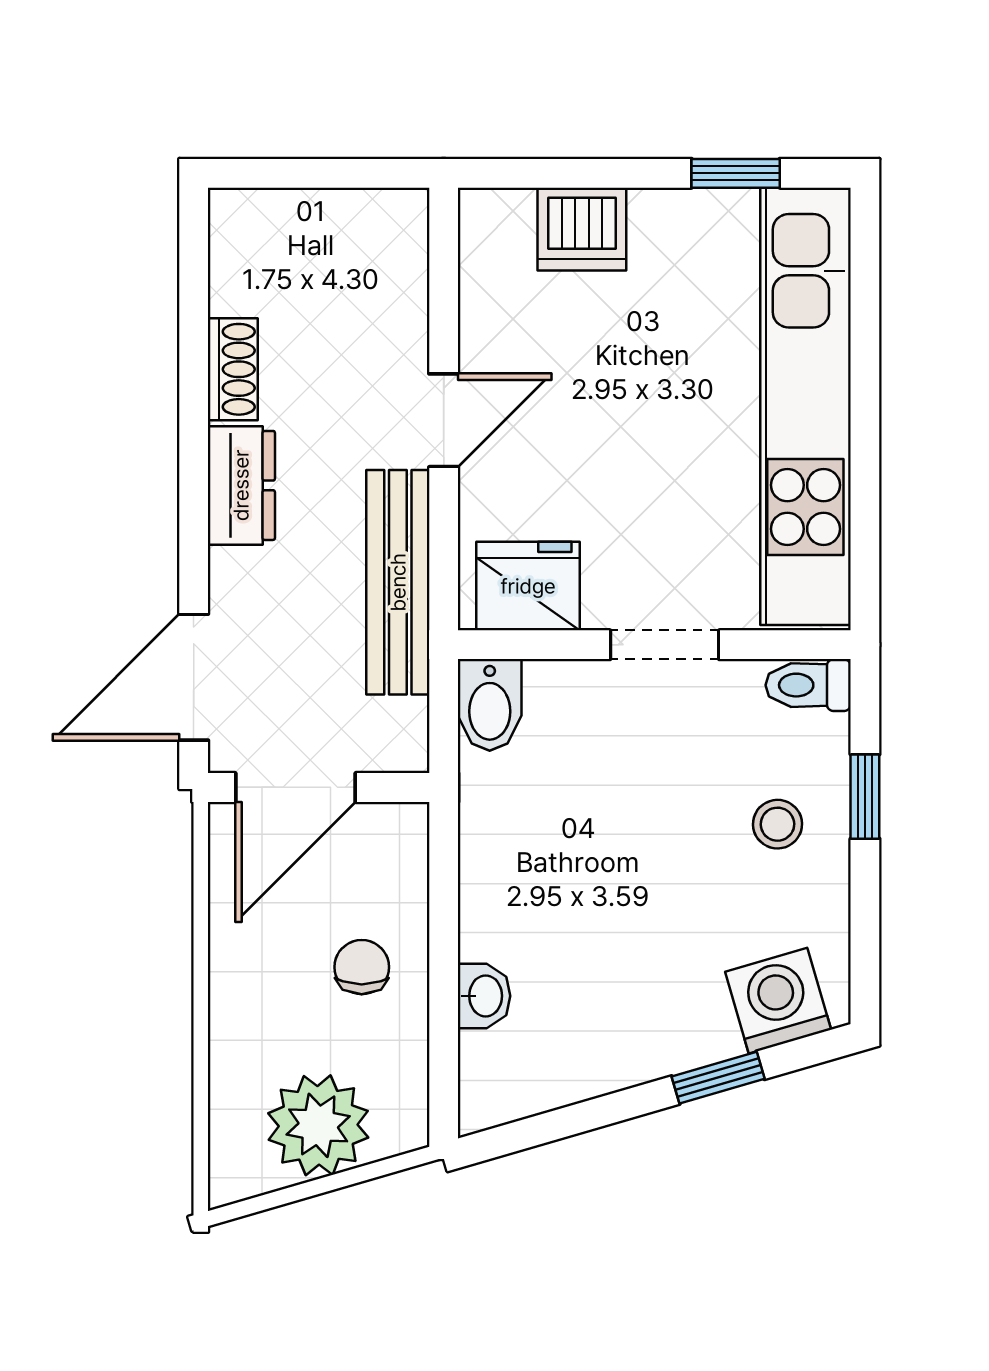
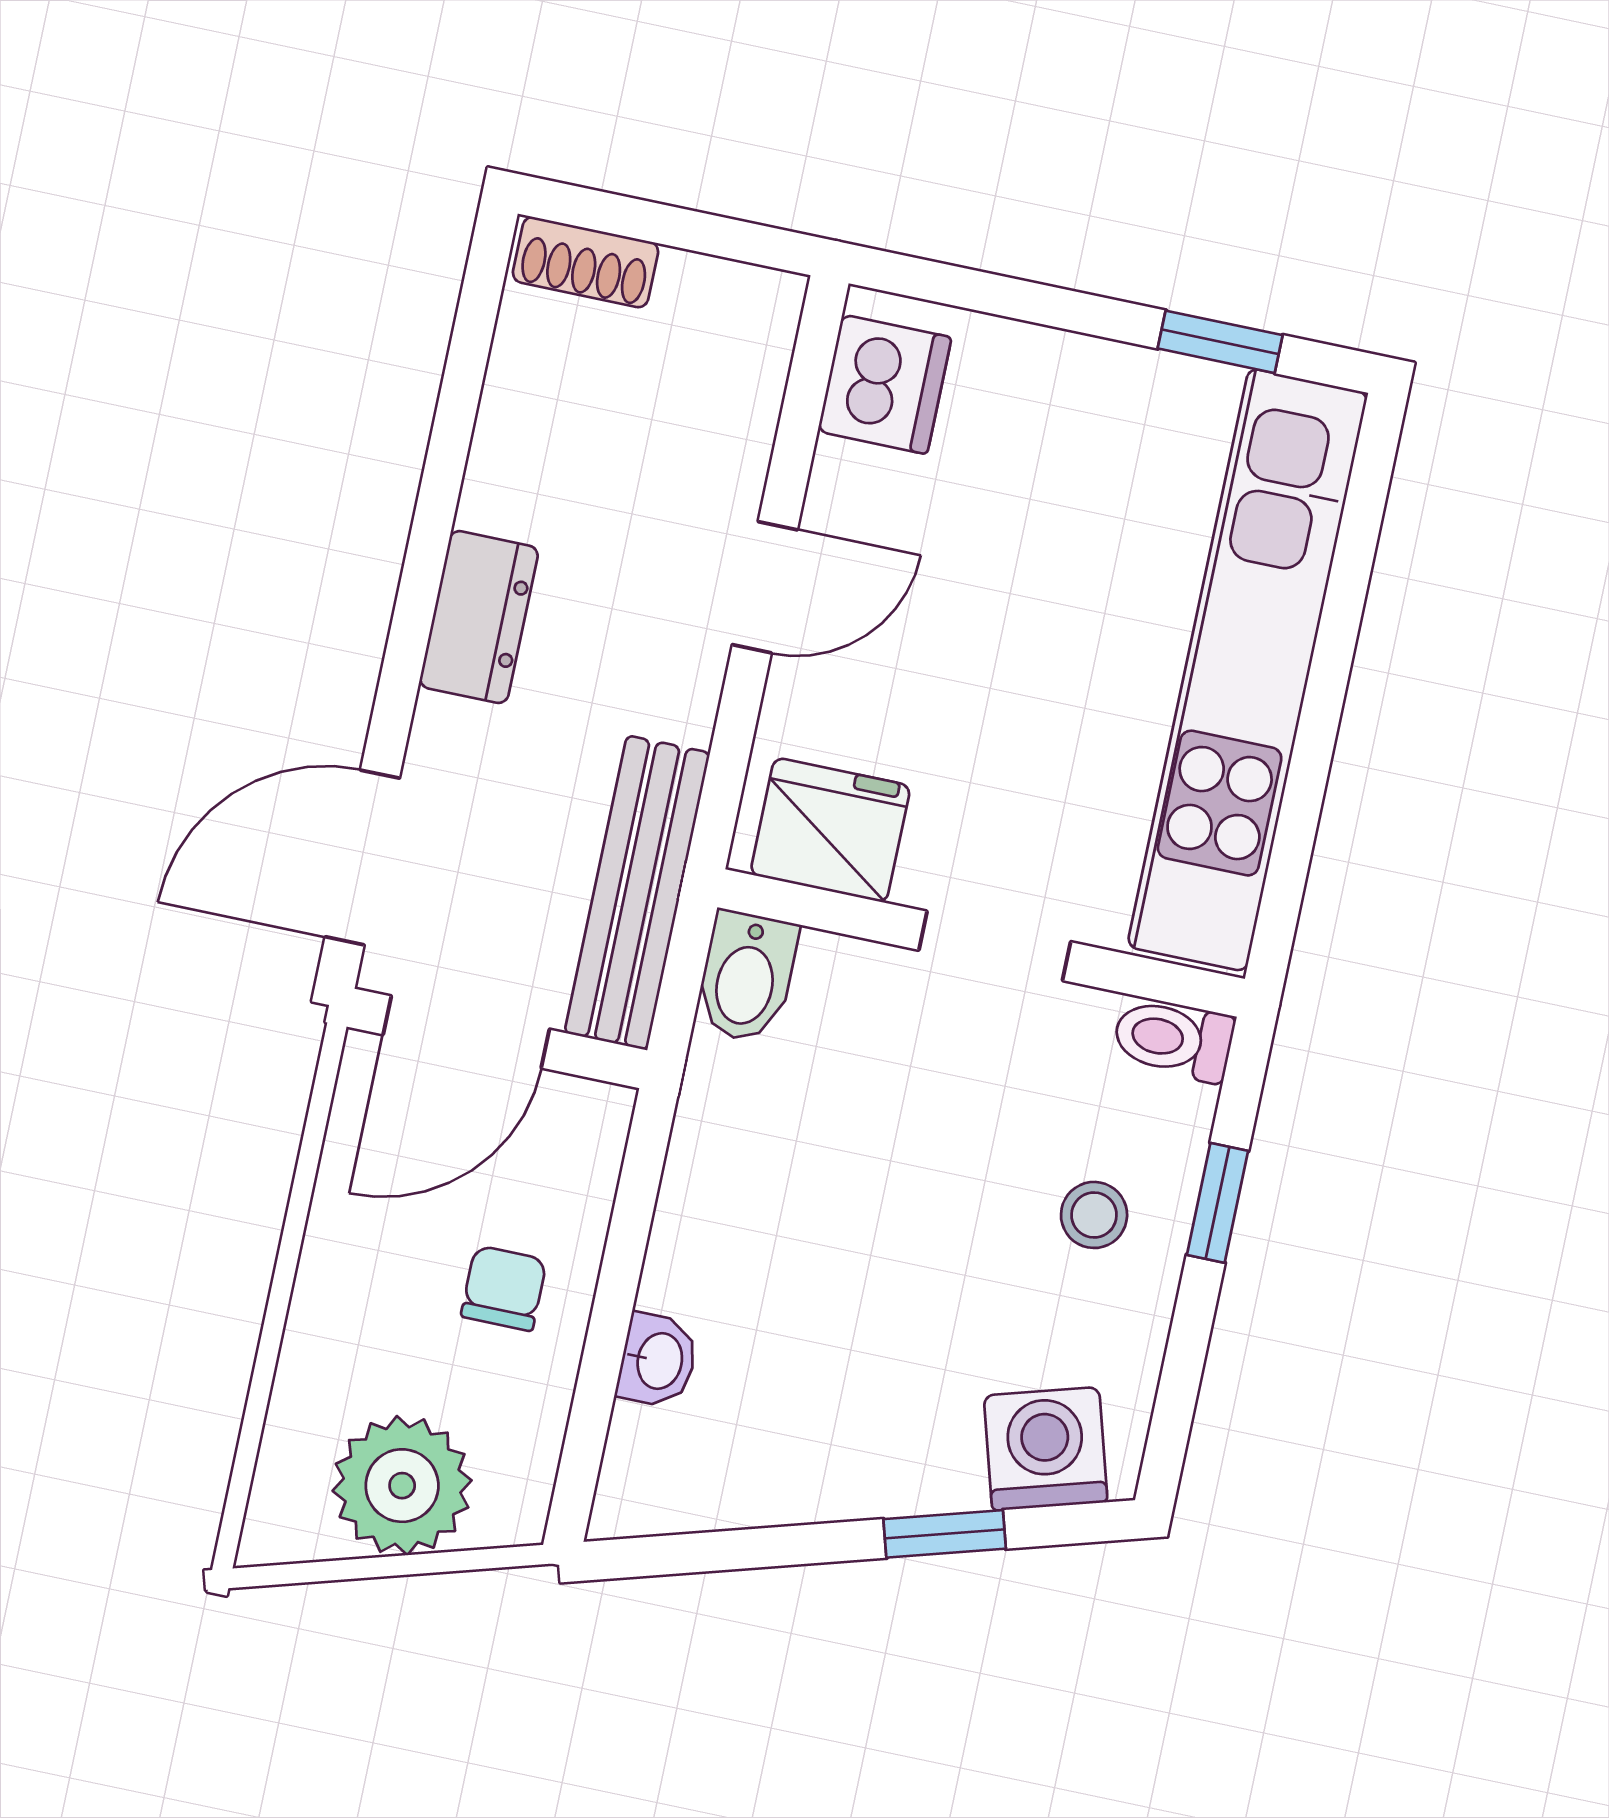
dishwasher: (582, 229) -> (885, 384), moved, turned -90
shoe rack: (233, 369) -> (585, 262), moved, turned 90
bench: (398, 582) -> (637, 893), moved

